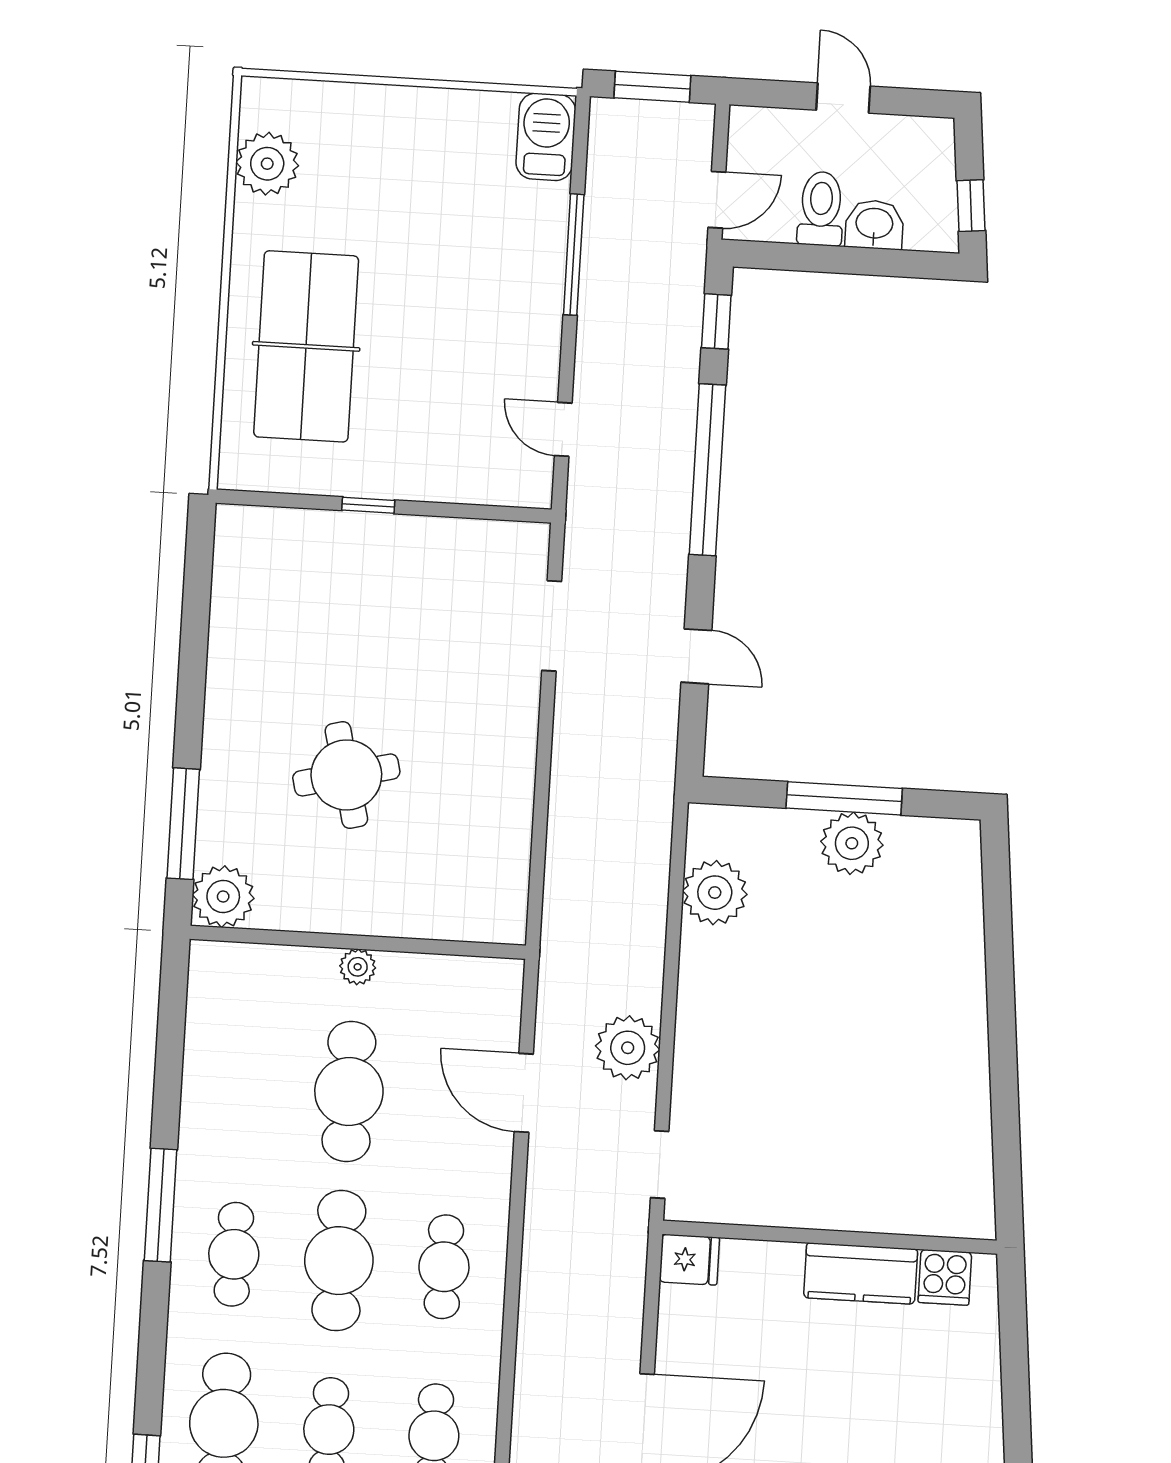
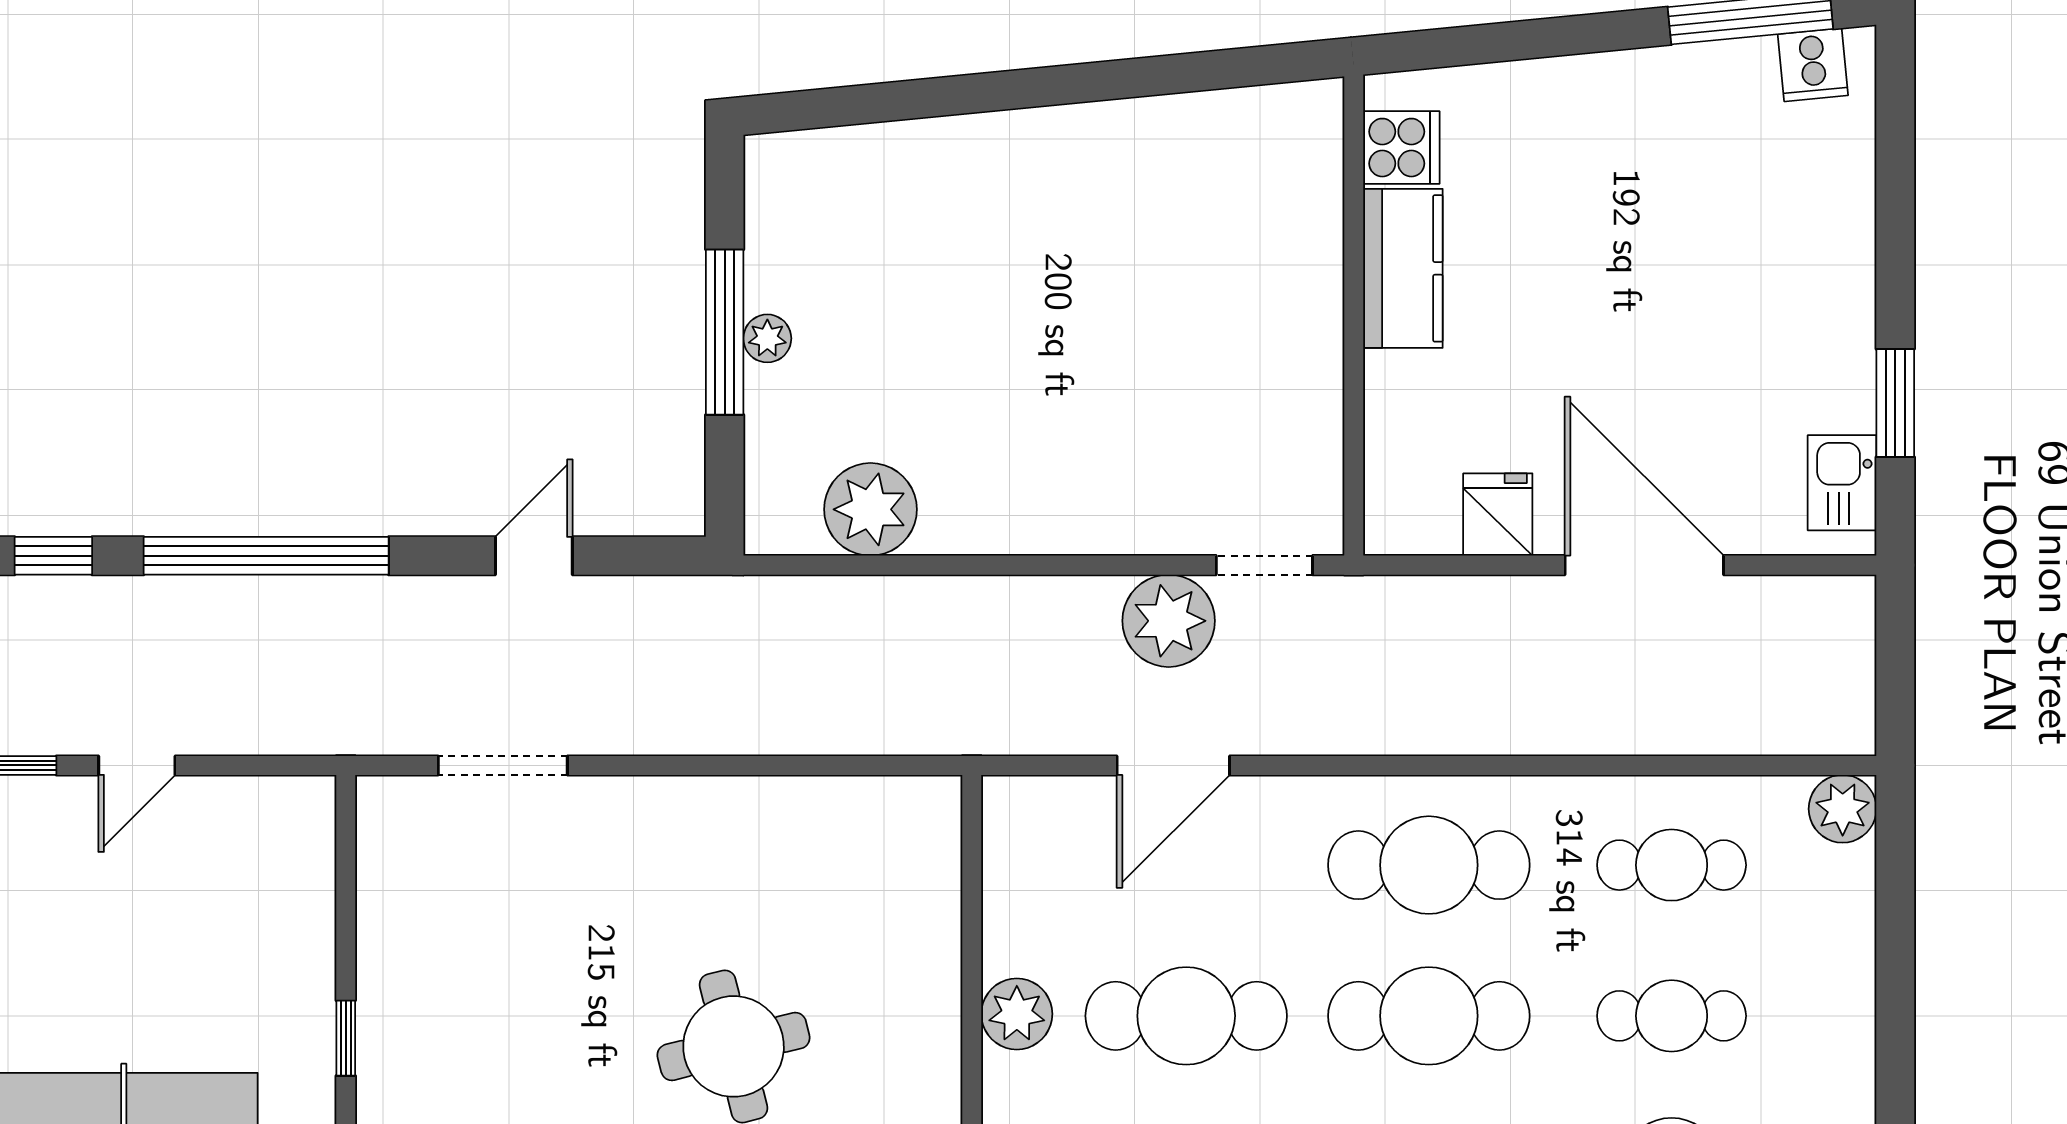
door: (563, 429) -> (137, 765), moved
plant: (852, 843) -> (767, 338), width x0.53, depth x0.53
plant: (358, 967) -> (1017, 1014), width x1.38, depth x1.38
plant: (628, 1048) -> (1169, 621), moved
fridge: (689, 1260) -> (1498, 514), moved
cafe table: (444, 1267) -> (1429, 865), width x1.37, depth x1.35

